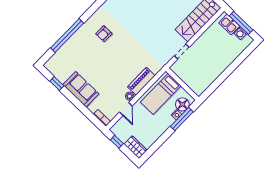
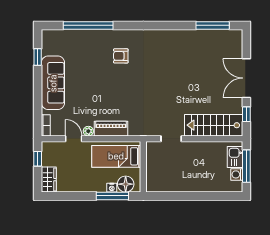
sofa: (81, 89) -> (53, 83), width x1.36
door: (126, 109) -> (74, 139), swing flipped

